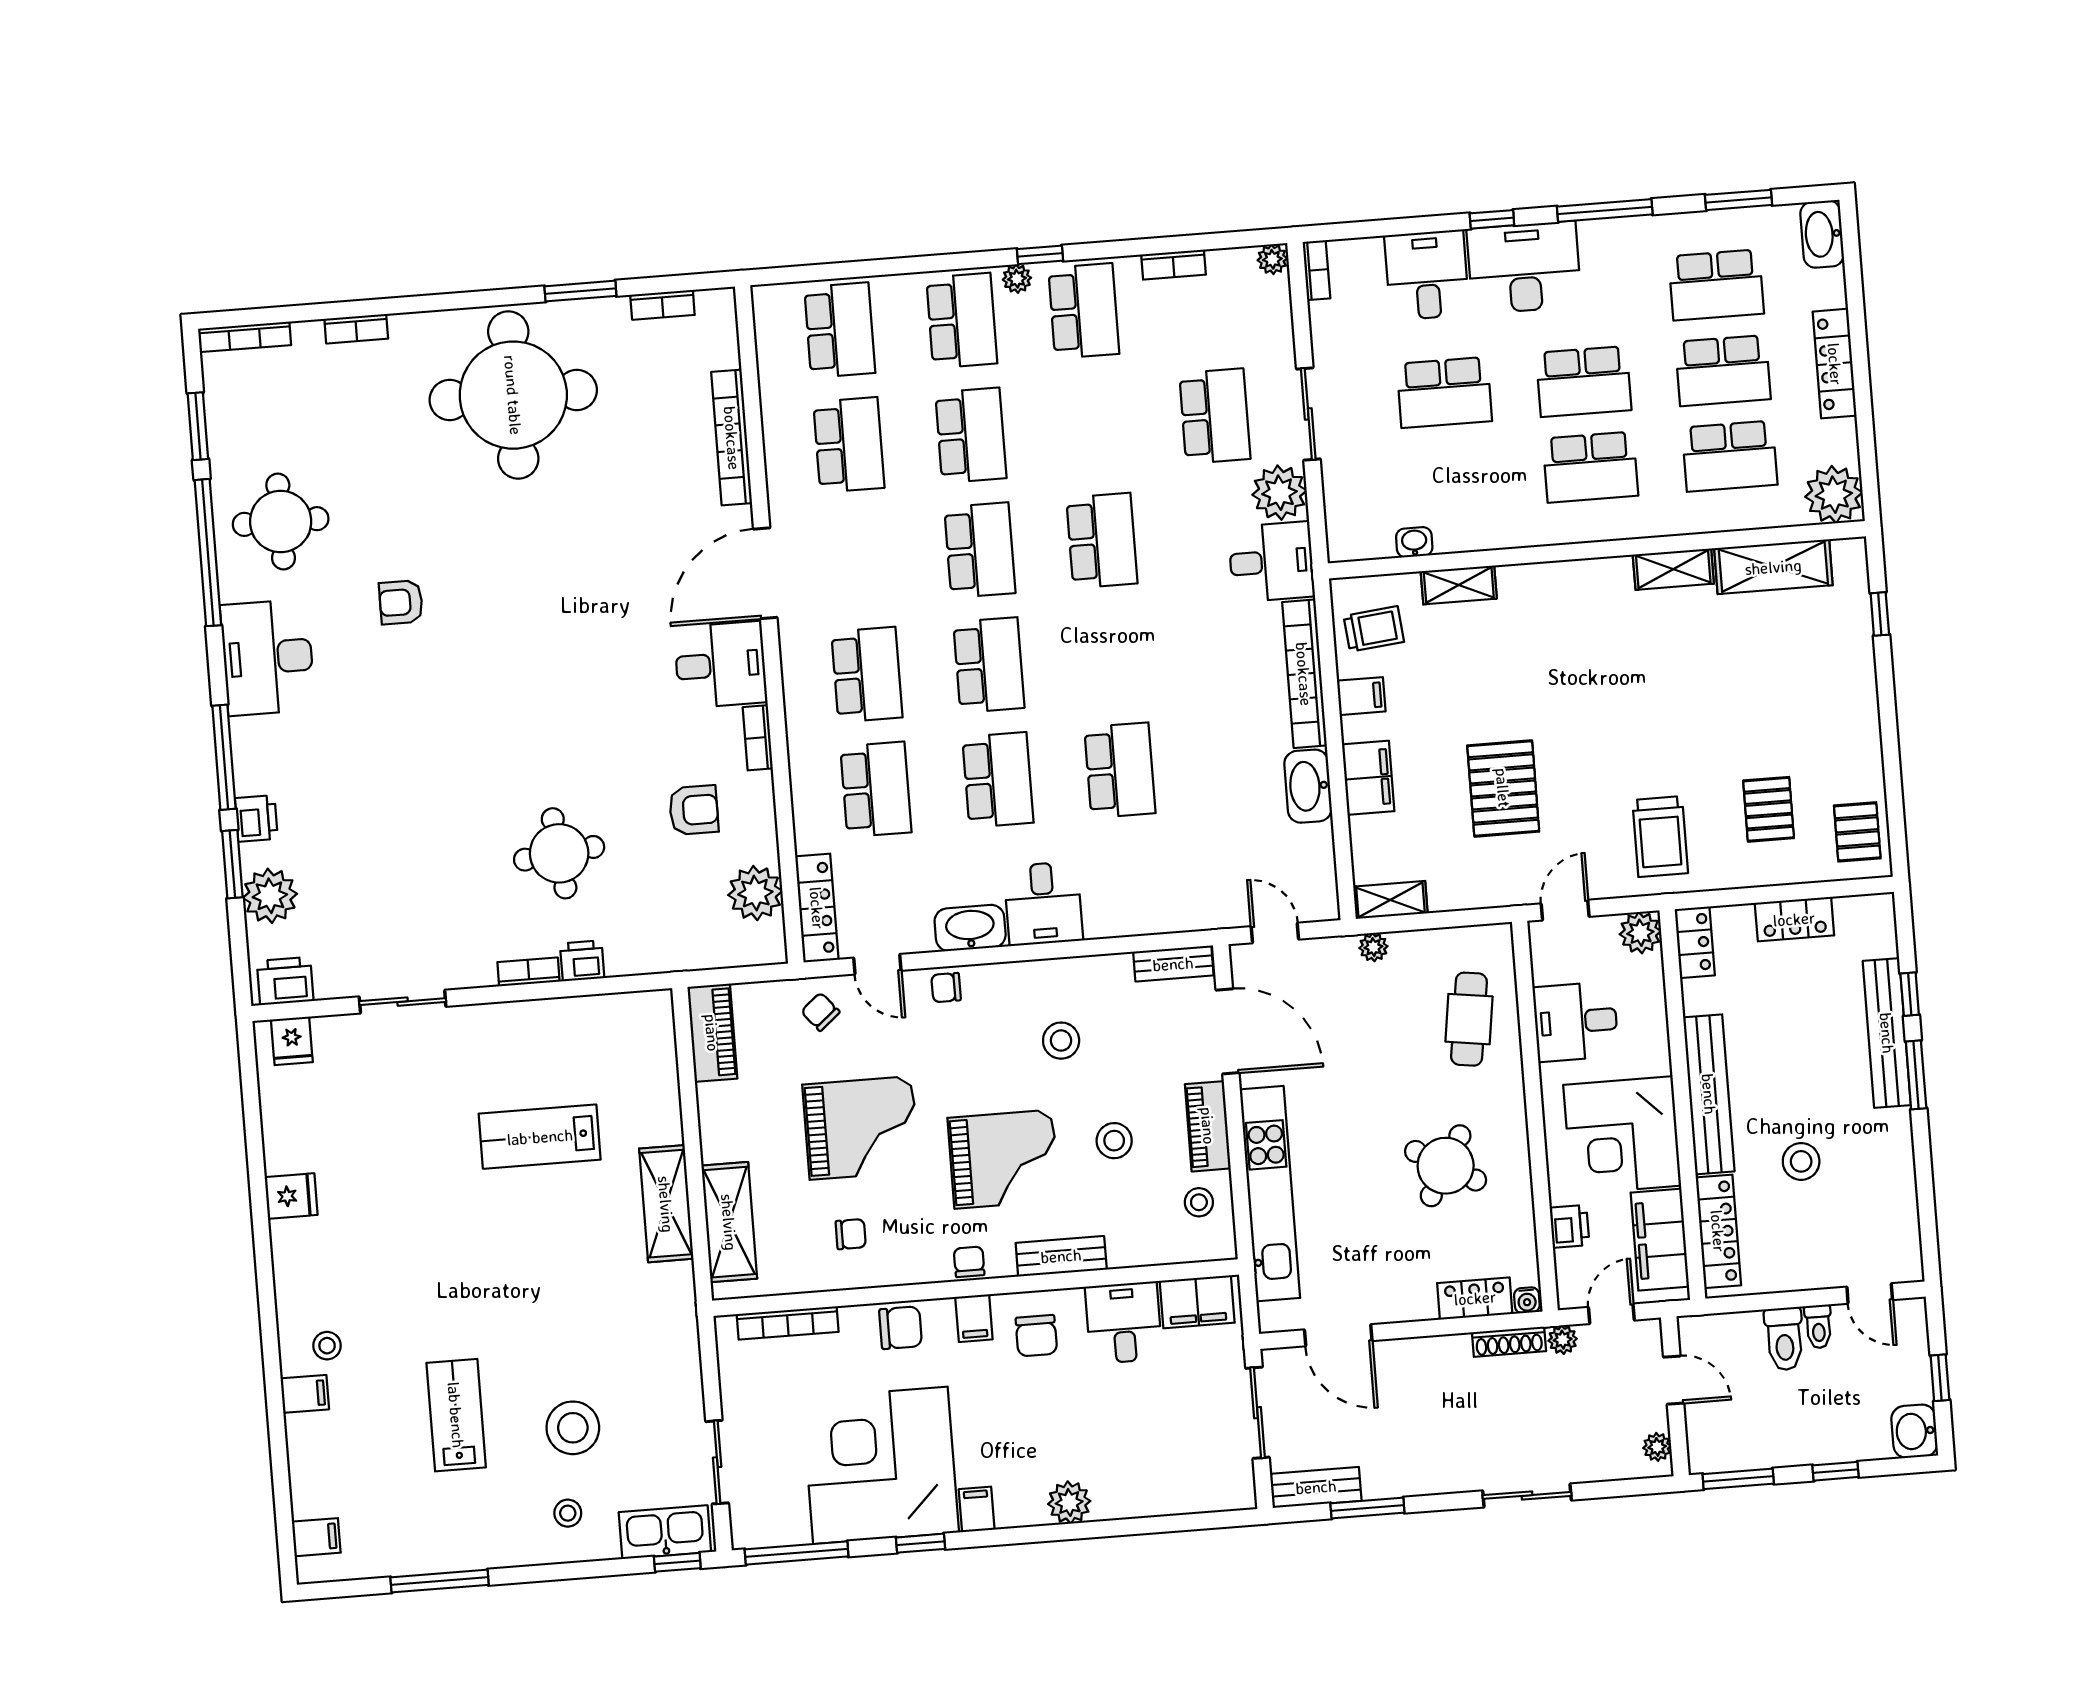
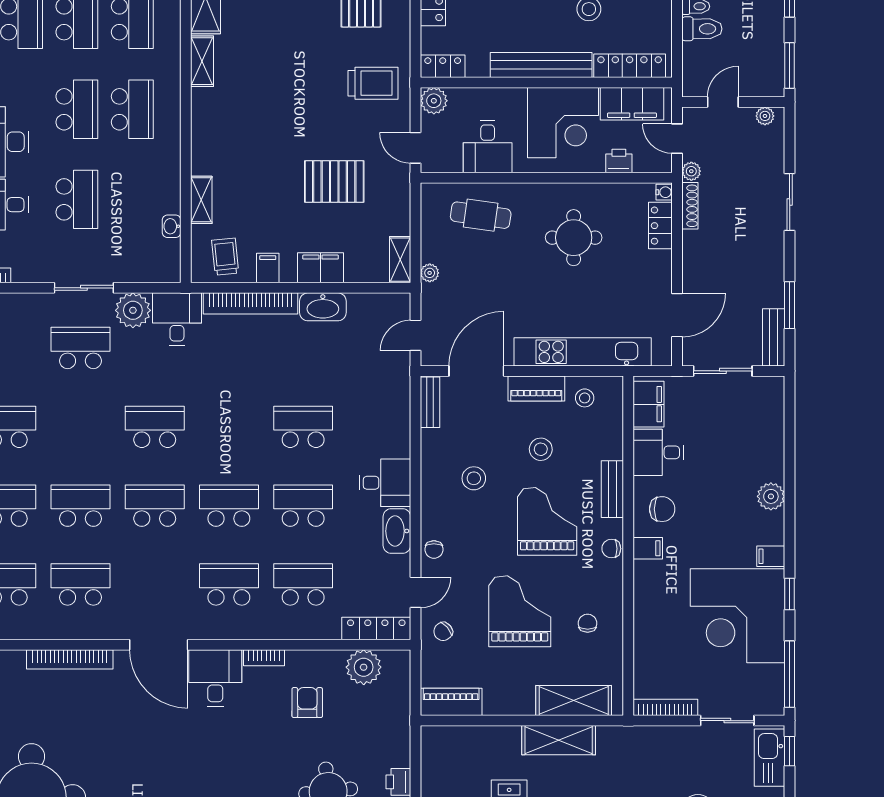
round table: (1446, 1166) -> (574, 238), turned -30
bookcase: (788, 1323) -> (665, 707), moved, turned -90
chair: (901, 1328) -> (650, 596), removed

